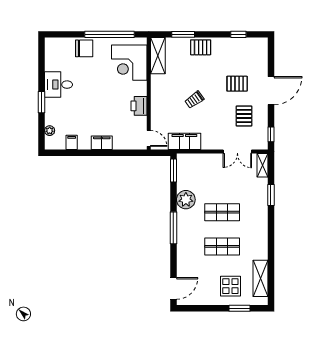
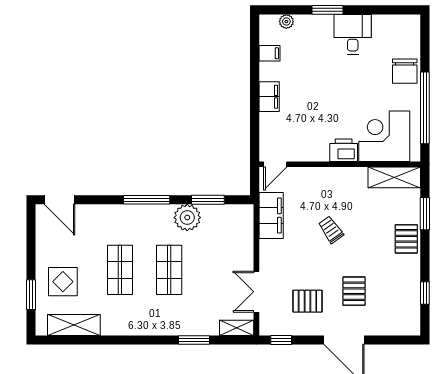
printer: (139, 106) -> (344, 150), moved
window: (173, 171) -> (208, 200), moved

